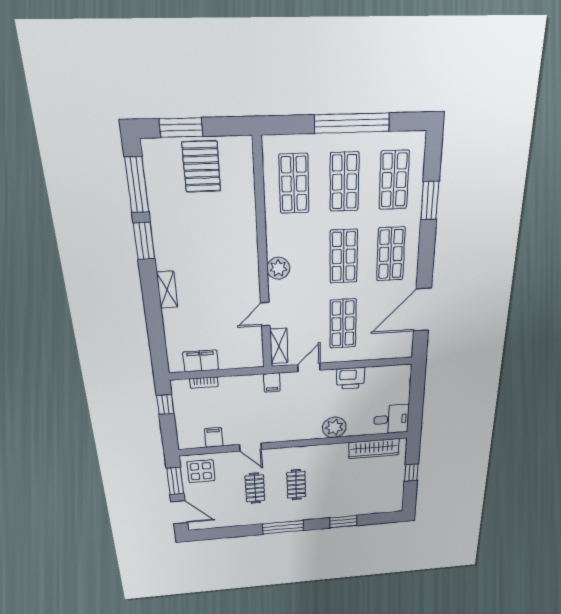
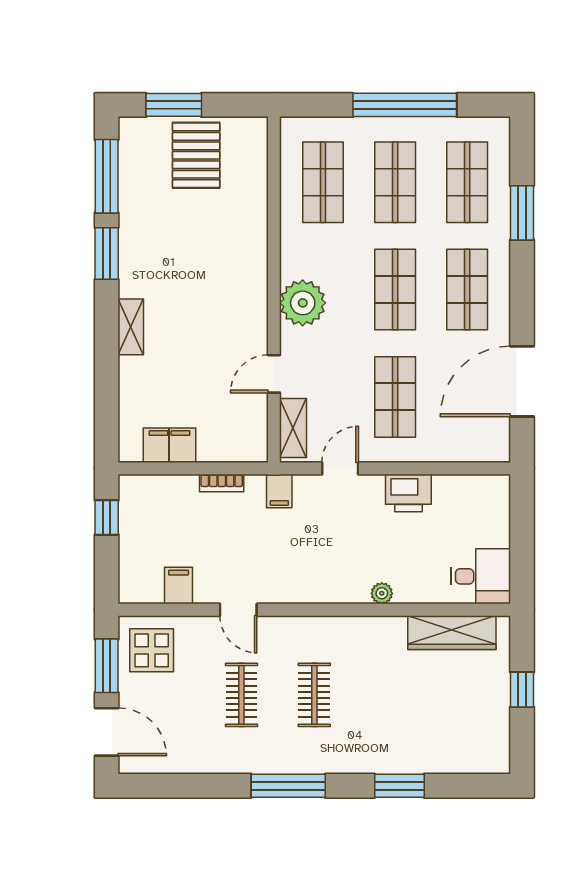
plant: (278, 268) -> (303, 303), width x1.36, depth x1.36
bookcase: (204, 383) -> (222, 483), moved
plant: (334, 427) -> (382, 593), width x0.53, depth x0.53

